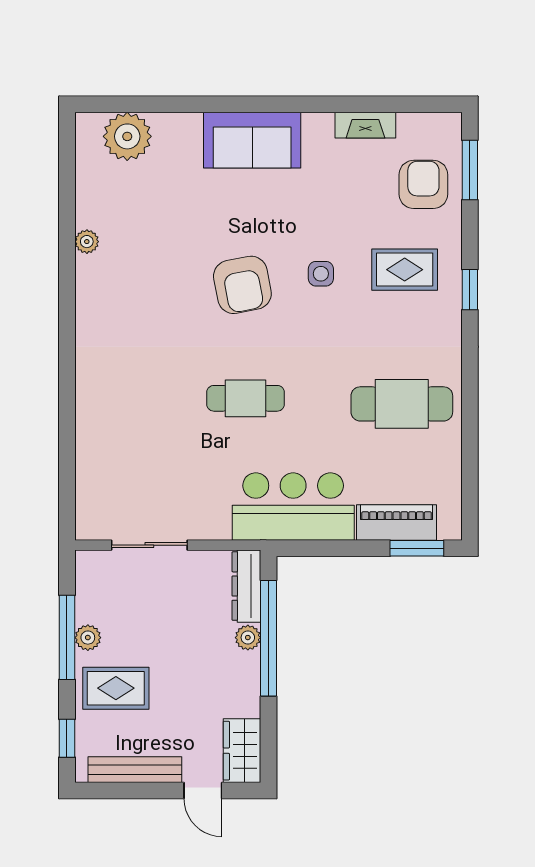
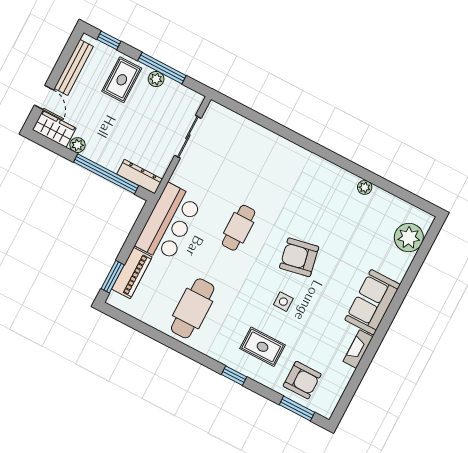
fireplace: (365, 125) -> (358, 349), moved
rug: (405, 270) -> (263, 347), turned 90
plant: (248, 638) -> (78, 145), moved
door: (203, 791) -> (44, 97), swing flipped

